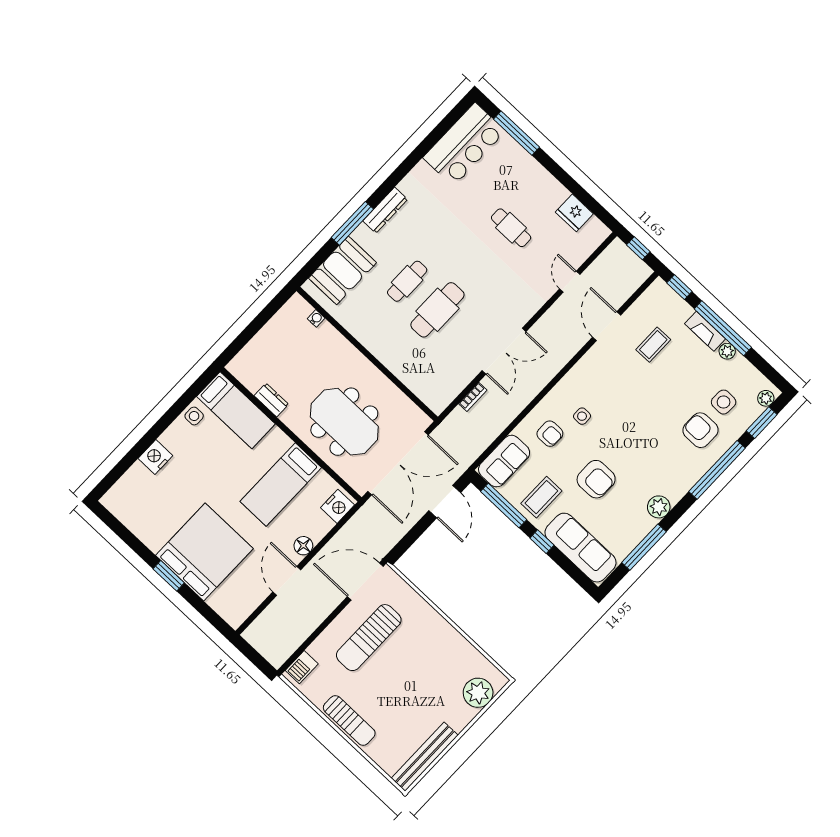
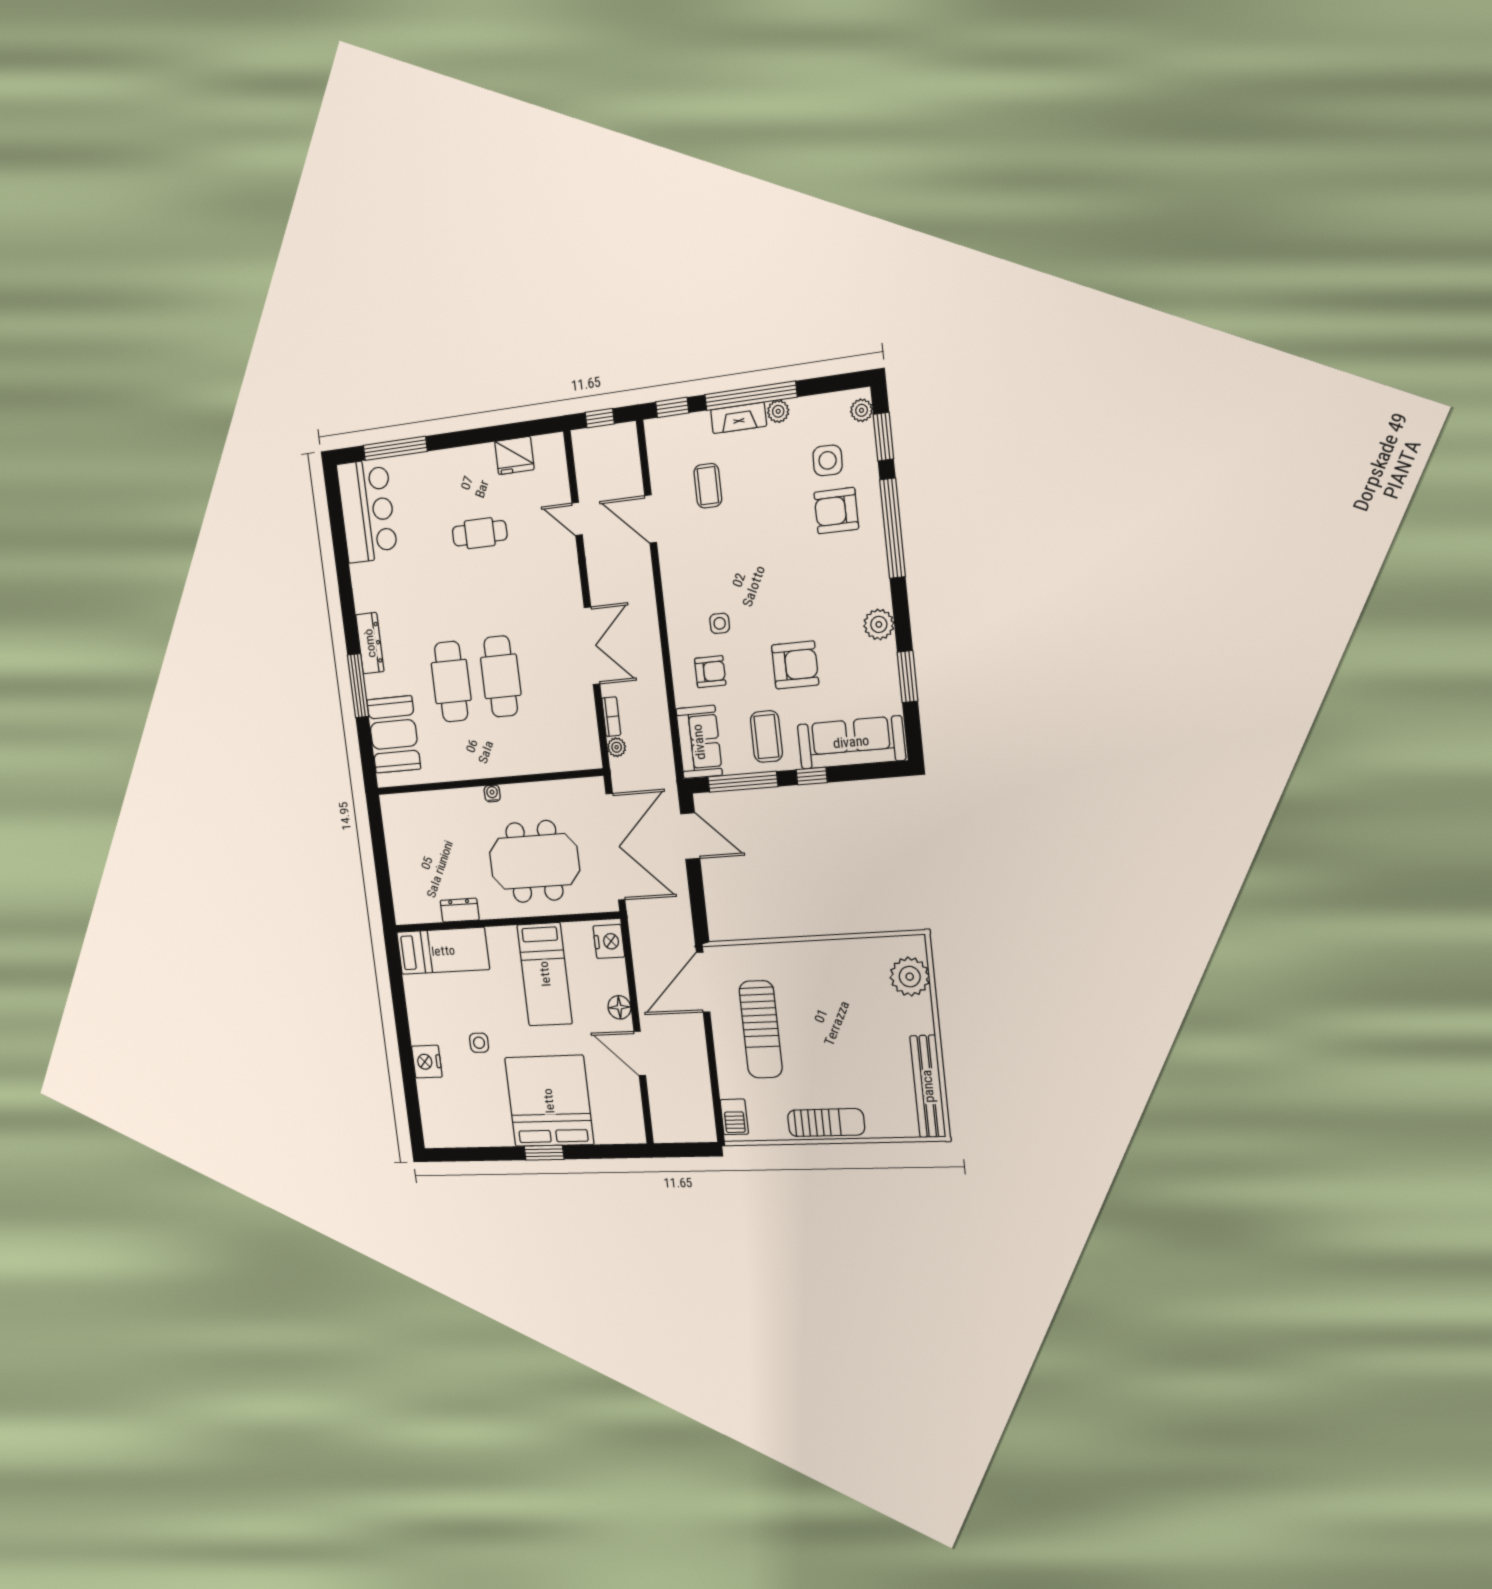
cafe table: (407, 281) -> (451, 682), width x1.37, depth x1.35
water cooler: (316, 318) -> (492, 793), moved
plant: (458, 415) -> (617, 747), added
side table: (194, 416) -> (479, 1043), moved
window: (644, 547) -> (907, 677), width x0.69

